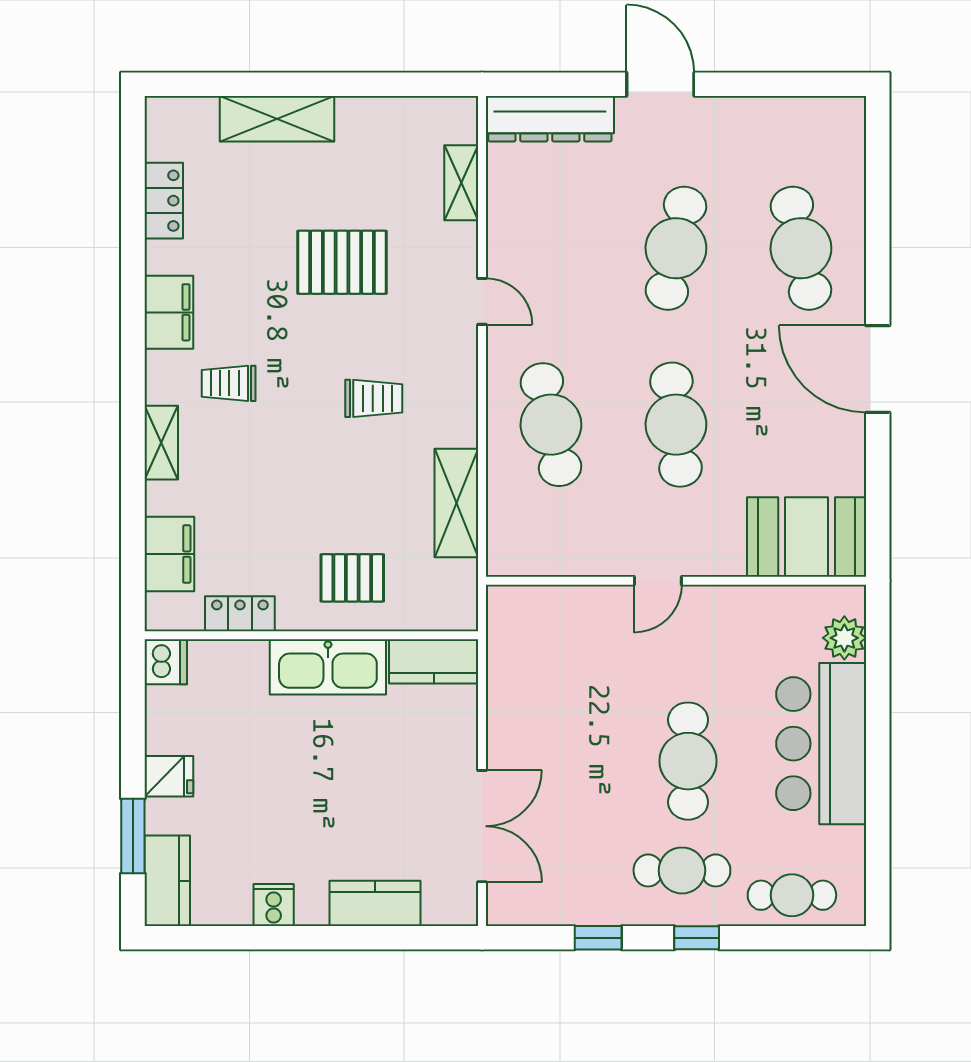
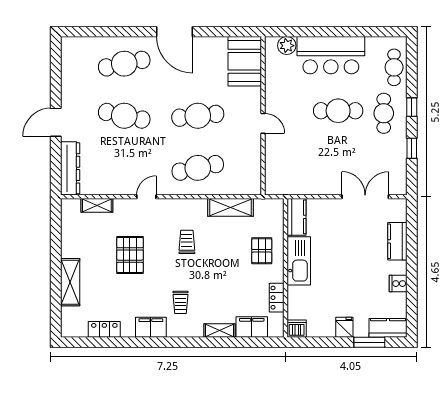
door: (878, 369) -> (175, 32), hinge flipped
shelving: (161, 443) -> (219, 330), moved

